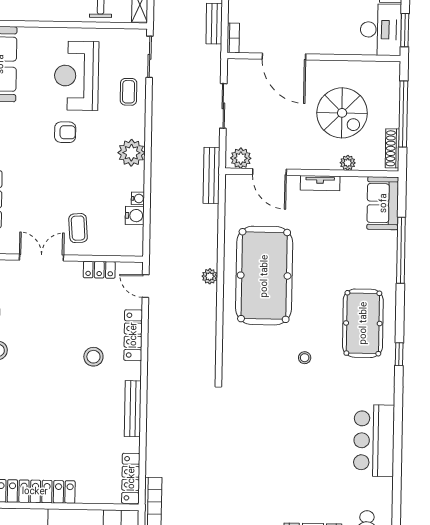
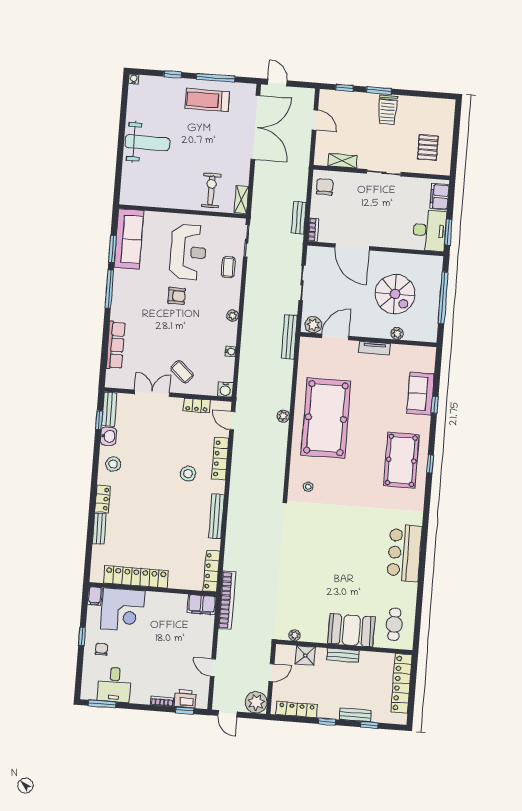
reception desk: (76, 76) -> (188, 252), turned 180
shoe rack: (392, 148) -> (433, 324), removed
plant: (131, 153) -> (233, 316), width x0.53, depth x0.53
door: (269, 172) -> (335, 337), swing flipped
sofa: (383, 203) -> (421, 394), moved
water cooler: (135, 216) -> (225, 389), moved, turned 90
coffee table: (78, 228) -> (182, 372), turned -45
window: (401, 250) -> (435, 405), width x0.32
window: (399, 354) -> (430, 464), moved
stool: (305, 358) -> (308, 487), moved

